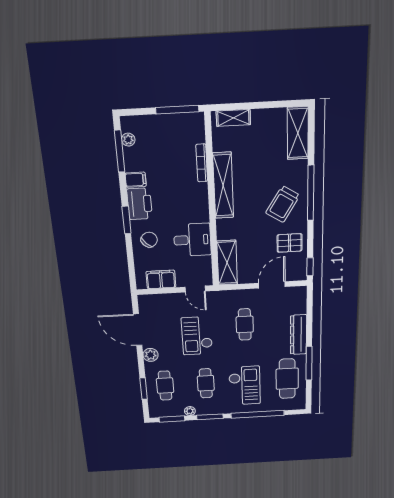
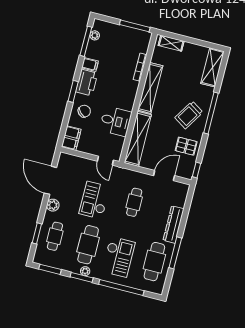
shelving: (227, 263) -> (138, 139), width x1.47
filing cabinet: (161, 279) -> (71, 138), moved, turned 90
cafe table: (206, 383) -> (88, 245), width x1.37, depth x1.35
plant: (190, 411) -> (85, 271), moved

